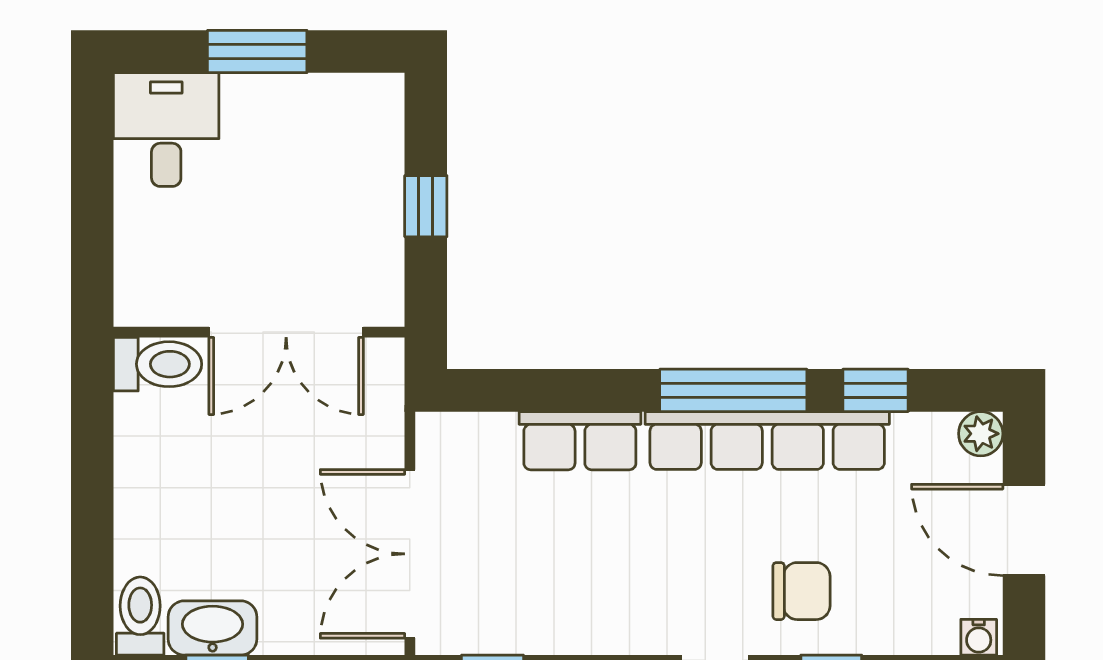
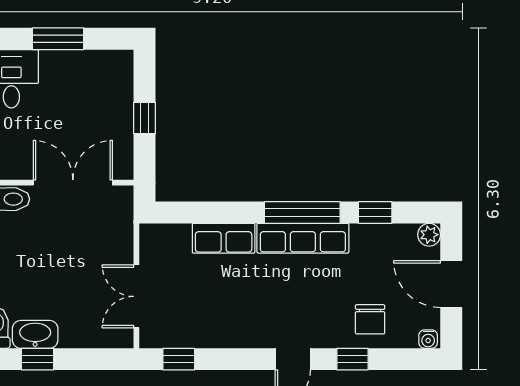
double door: (286, 332) -> (73, 183), swing flipped
row of seats: (767, 440) -> (303, 238), width x0.73
double door: (410, 554) -> (136, 296), width x0.73
chair: (801, 591) -> (370, 319), moved, turned 90

